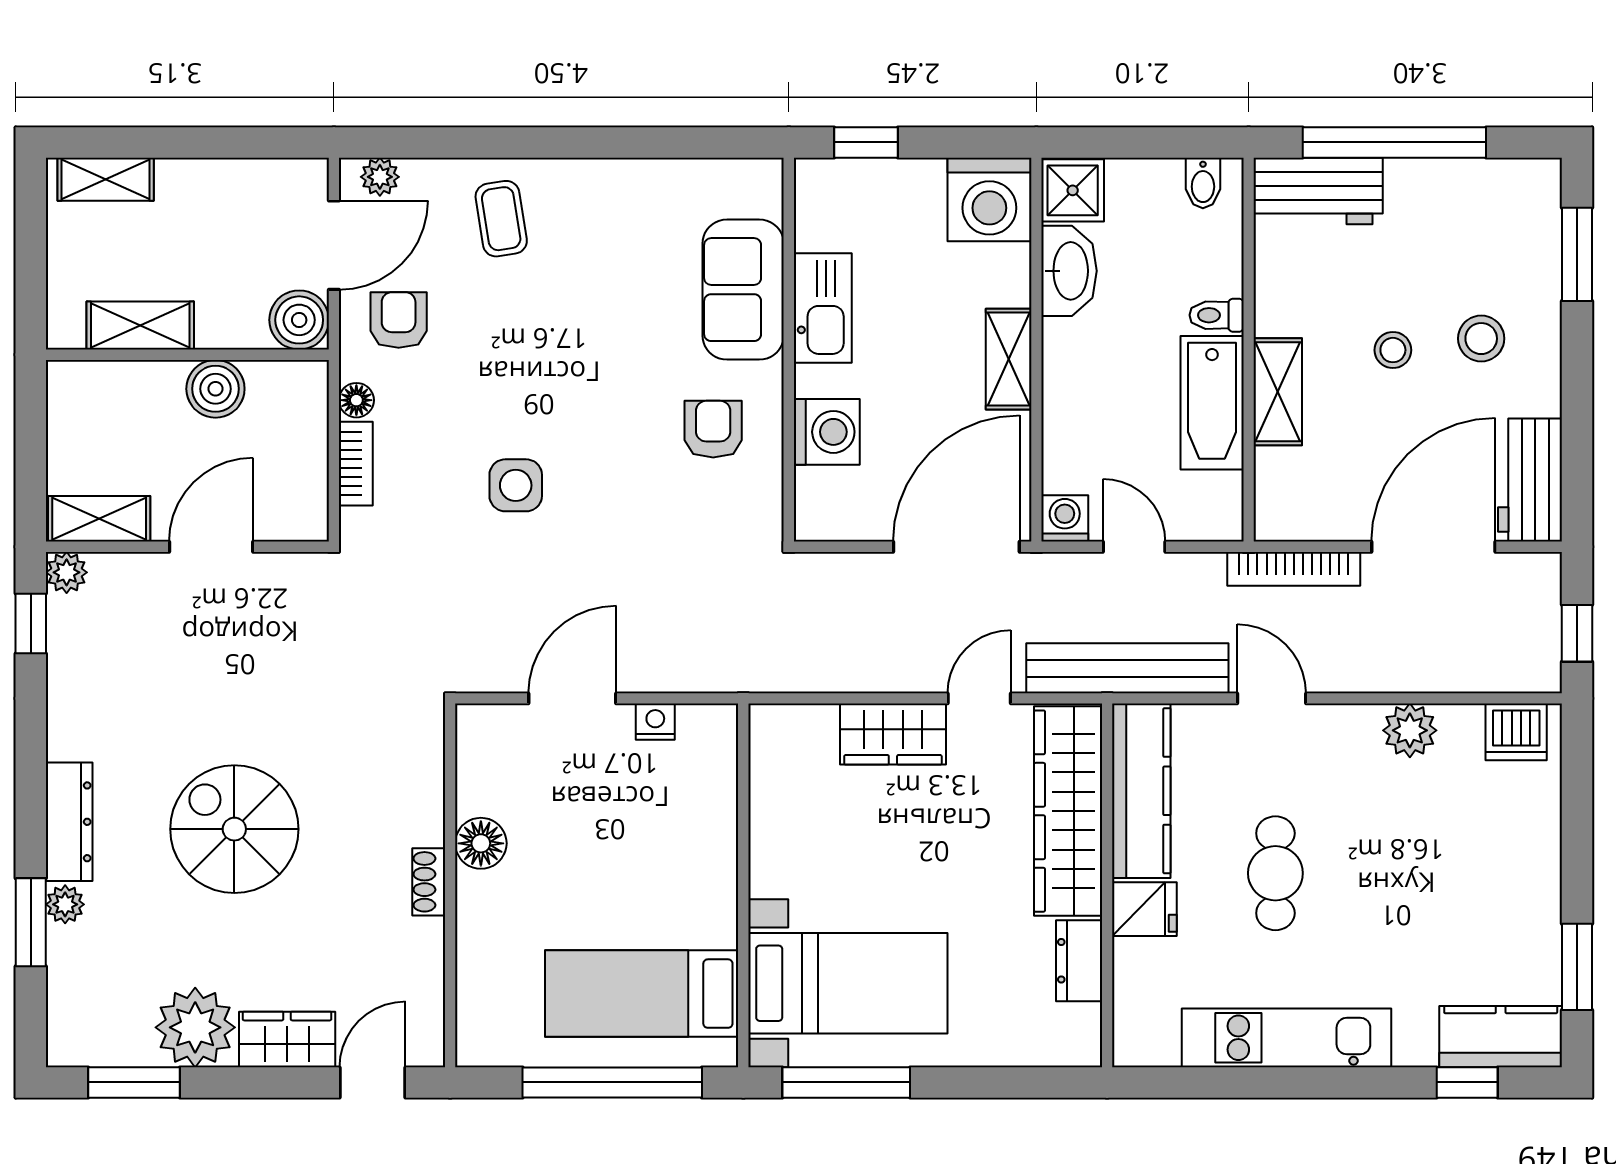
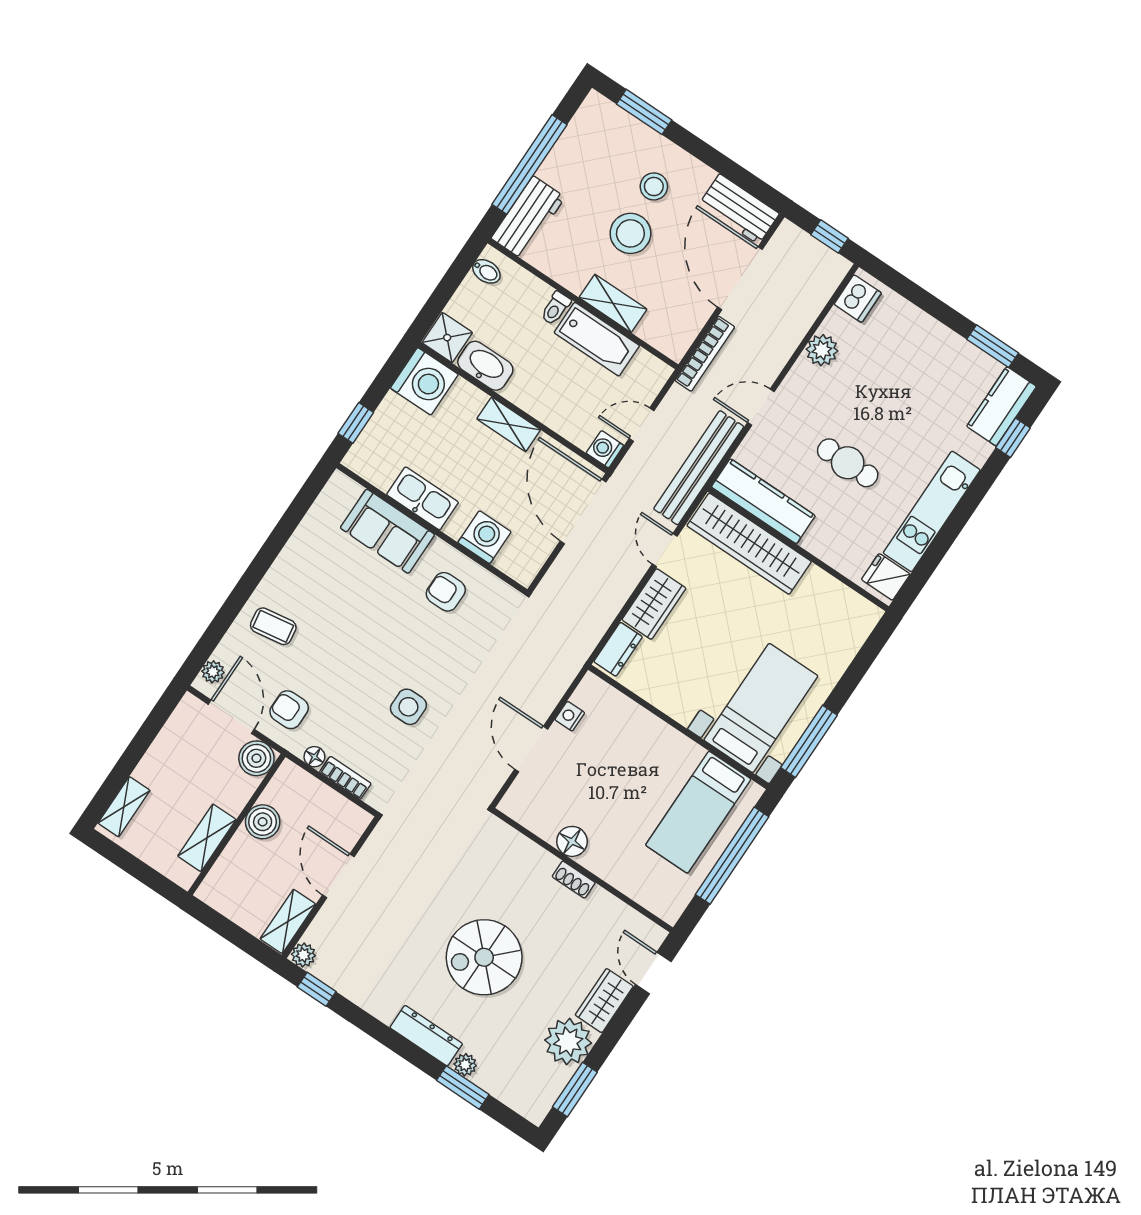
stool: (1393, 350) -> (630, 233), width x1.89, depth x1.89
fridge: (1144, 909) -> (886, 577), moved, turned -90
dresser: (1079, 961) -> (618, 649), moved, turned -90

